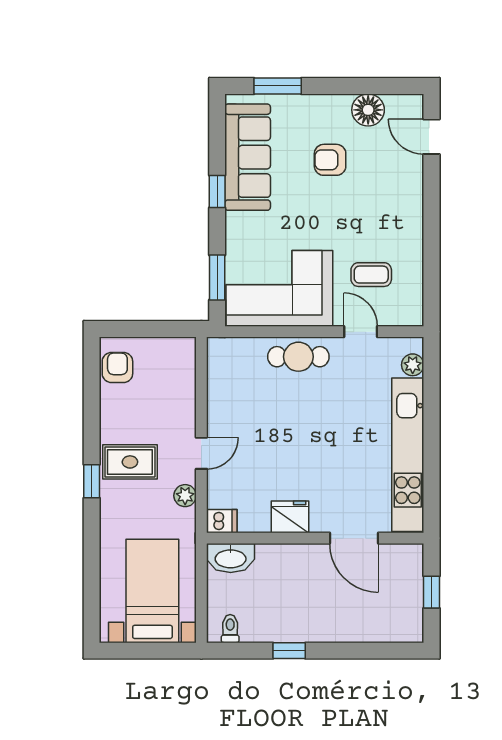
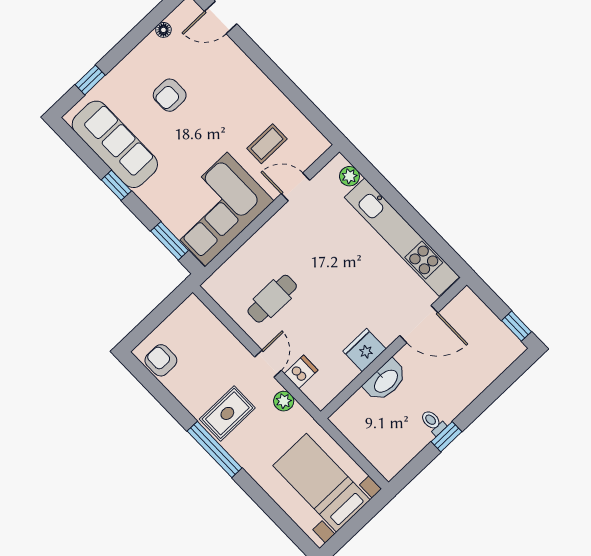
window: (278, 86) -> (90, 80), width x0.67
floor lamp: (368, 110) -> (163, 30), width x0.53, depth x0.53
cafe table: (298, 357) -> (272, 299), moved
window: (92, 481) -> (215, 450), width x2.17
dishwasher: (222, 521) -> (301, 372), moved
washbasin: (231, 558) -> (385, 381), moved
window: (432, 592) -> (517, 326), moved
toilet: (230, 629) -> (433, 422), moved

